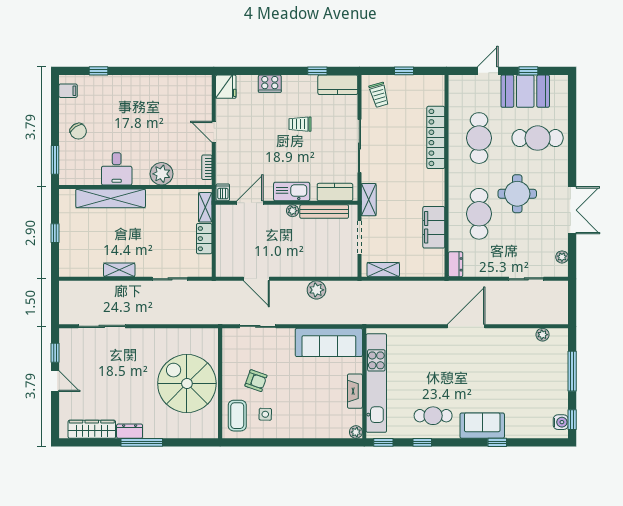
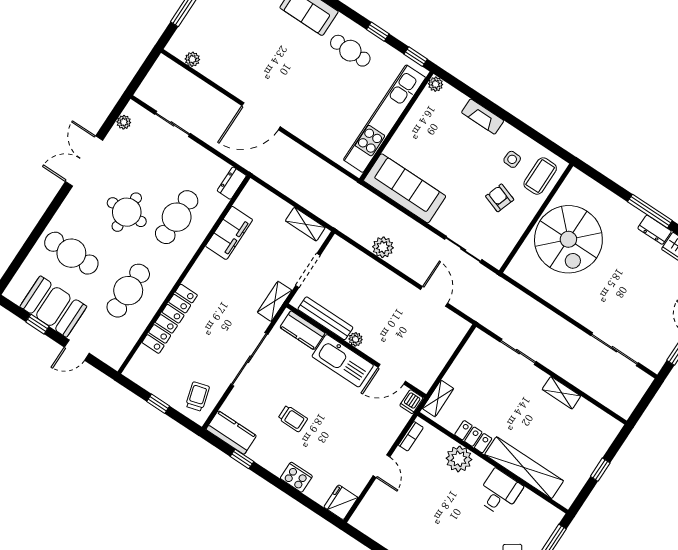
kitchen sink: (292, 191) -> (343, 361), width x1.36, depth x1.24
locker: (204, 239) -> (473, 437), moved, turned -90
fireplace: (355, 391) -> (483, 117), moved, turned 90

